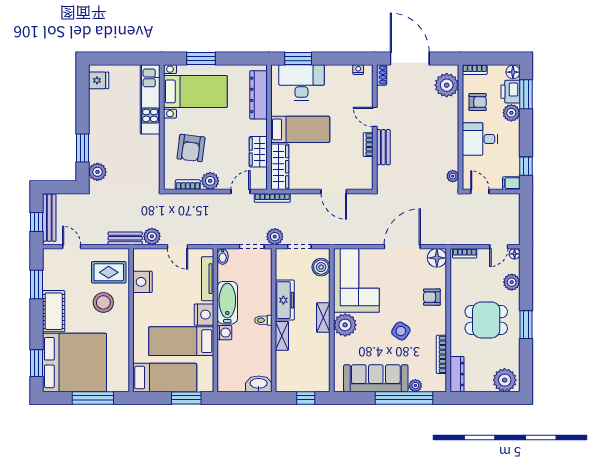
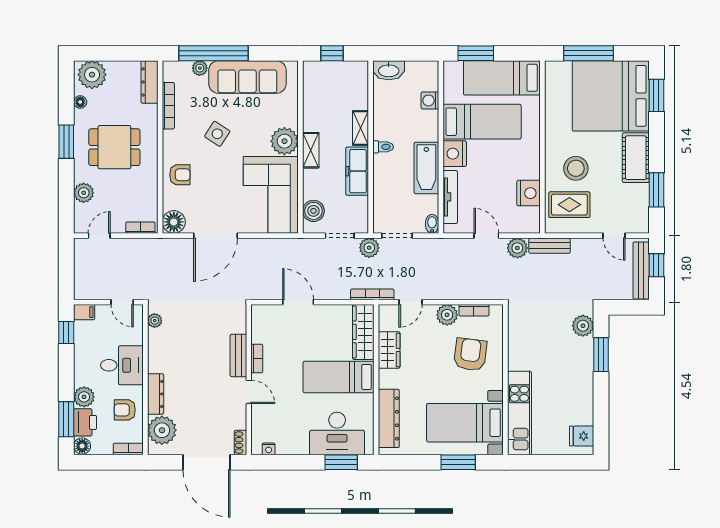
dresser: (452, 115) -> (156, 394), added
floor lamp: (515, 254) -> (80, 102), moved
washing machine: (224, 333) -> (430, 100), moved

